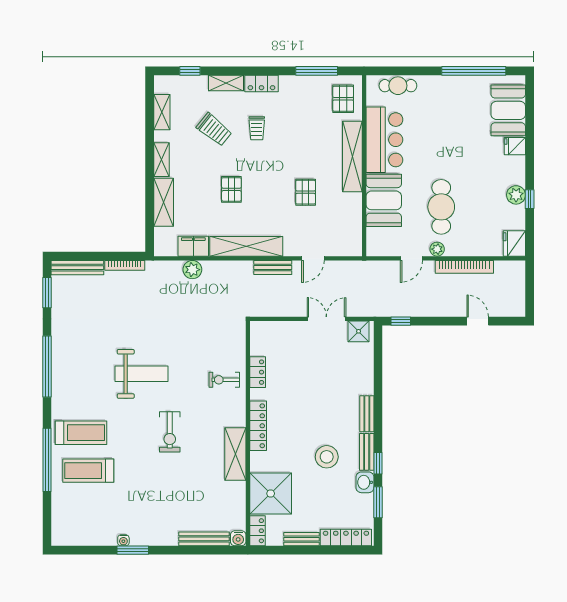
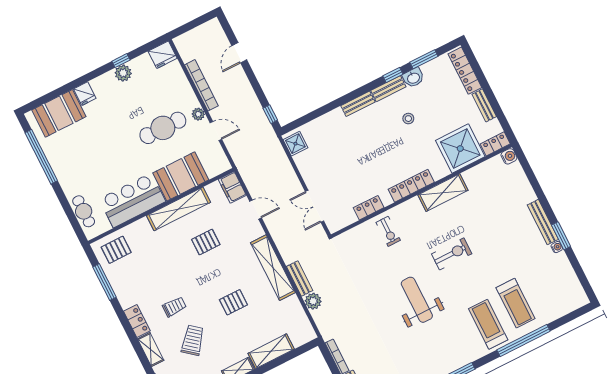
shelving: (352, 157) -> (179, 209), moved
filing cabinet: (193, 246) -> (232, 187), moved
bench: (273, 267) -> (300, 278), moved
double door: (326, 319) -> (315, 206), moved
stool: (327, 457) -> (408, 119), width x0.53, depth x0.53
bench: (204, 539) -> (543, 222), moved

